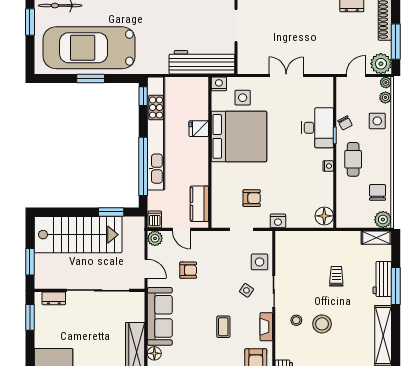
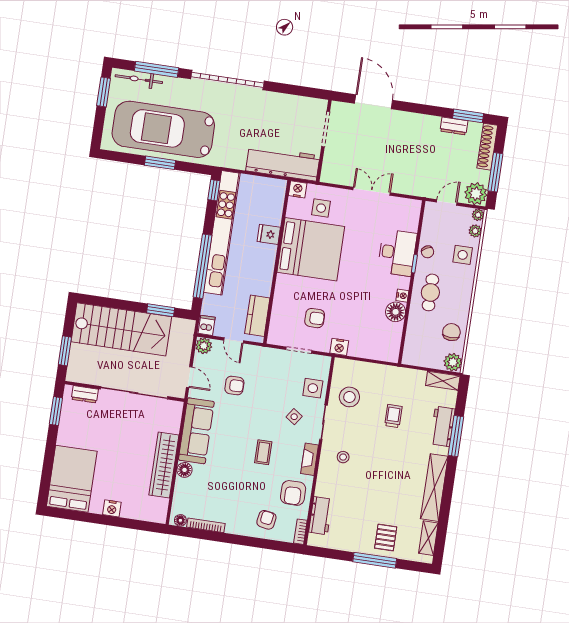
floor lamp: (324, 216) -> (396, 312), moved
stool: (322, 324) -> (349, 397), moved

